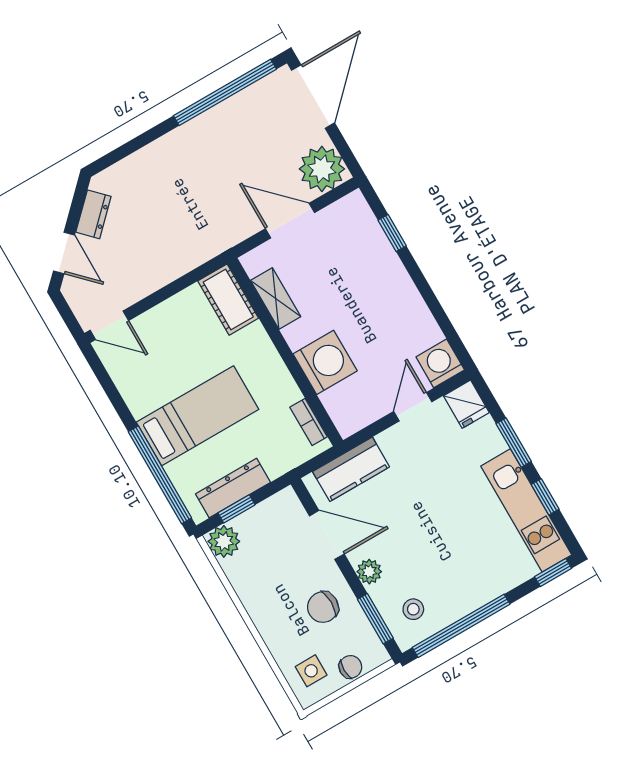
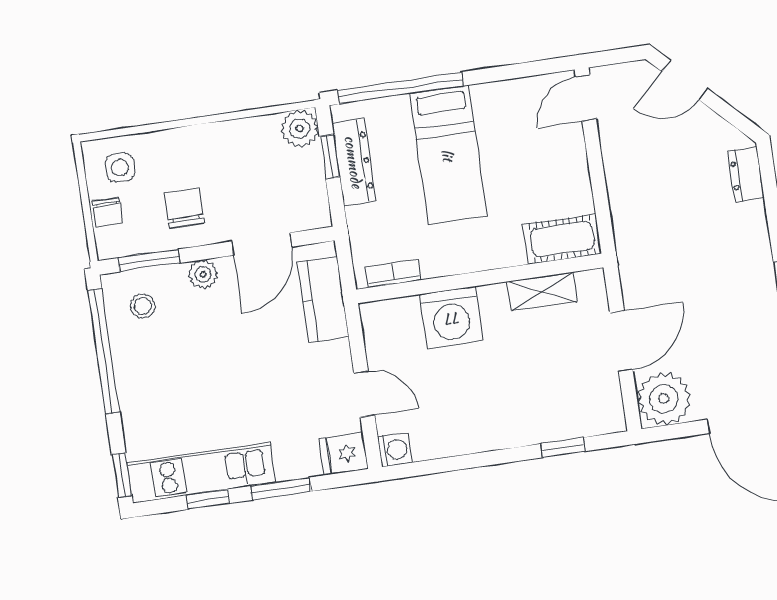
dresser: (93, 214) -> (746, 174), moved, turned 45
washing machine: (440, 363) -> (395, 450), width x0.73, depth x0.73

